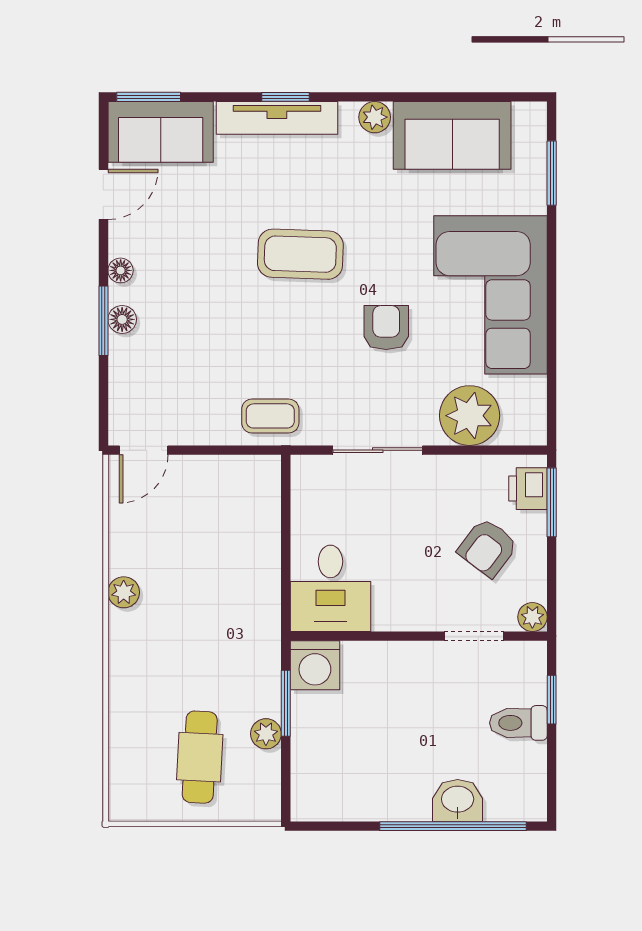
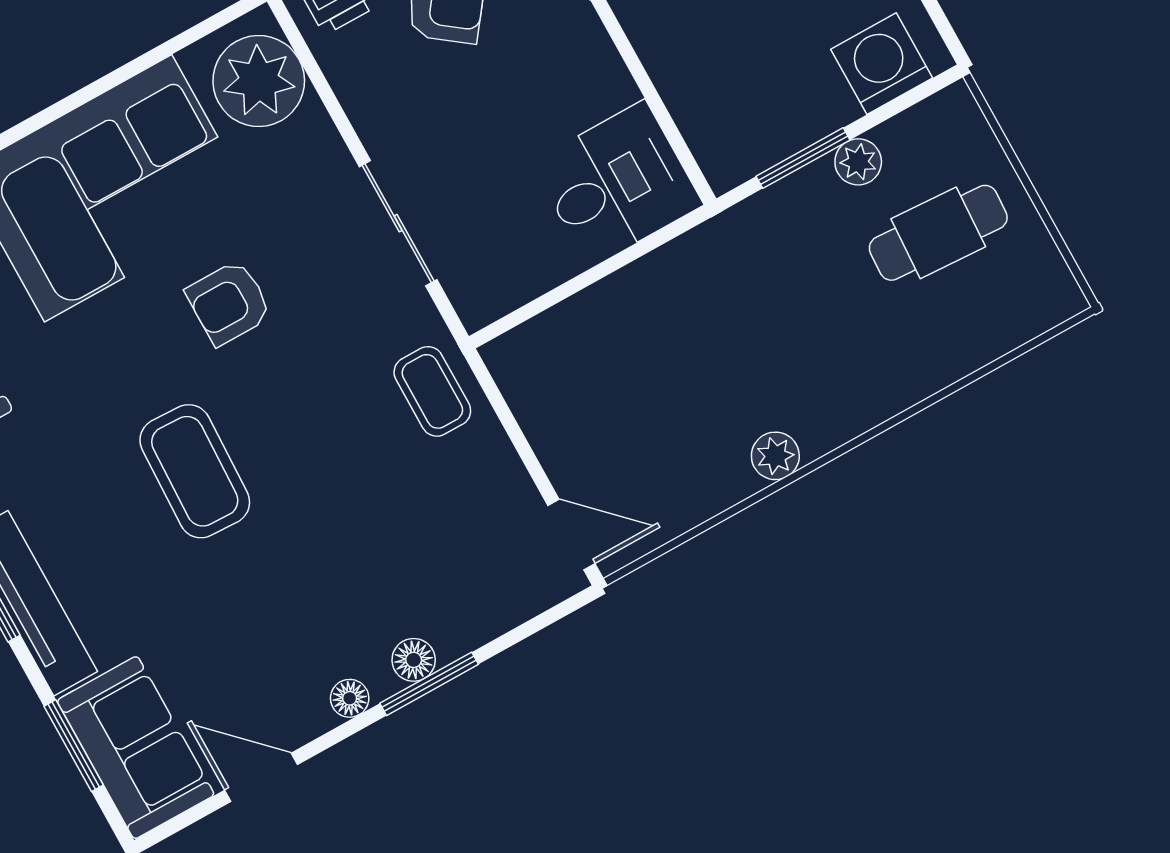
window: (149, 97) -> (74, 746), moved
plant: (470, 416) -> (259, 81), moved
washing machine: (315, 665) -> (882, 64), moved, turned -90

